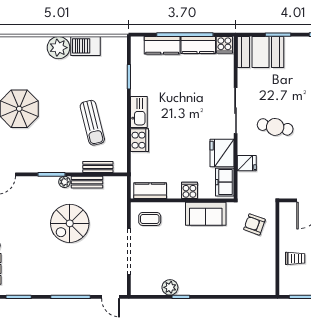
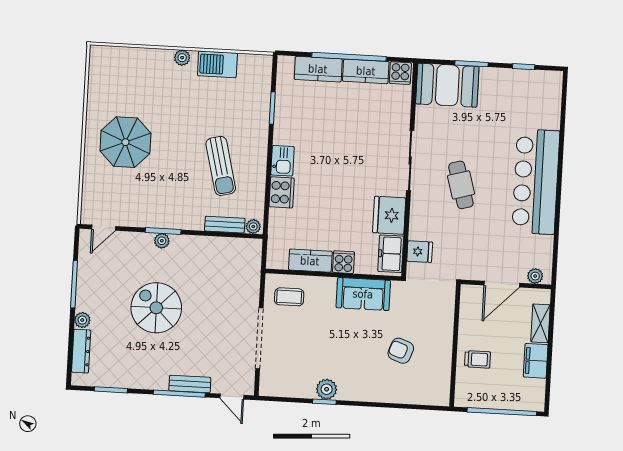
plant: (59, 48) -> (182, 58), width x0.53, depth x0.53
kitchen sink: (139, 112) -> (282, 161), width x0.73
cafe table: (275, 127) -> (461, 185), turned 63
fridge: (247, 163) -> (420, 252), moved
plant: (120, 167) -> (253, 226), added
plant: (65, 182) -> (162, 241), moved
bench: (87, 182) -> (190, 384), moved
kitchen counter: (150, 191) -> (310, 261), moved
spiral stairs: (70, 223) -> (156, 308), moved, turned 90
armchair: (254, 224) -> (401, 351), moved
plant: (170, 287) -> (327, 389), moved

